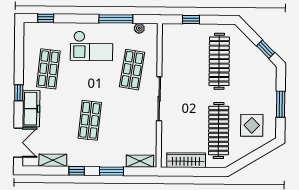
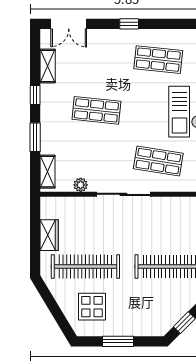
freezer: (31, 109) -> (110, 39), removed
plant: (151, 134) -> (81, 185), added
wardrobe: (186, 160) -> (49, 235), width x0.67

